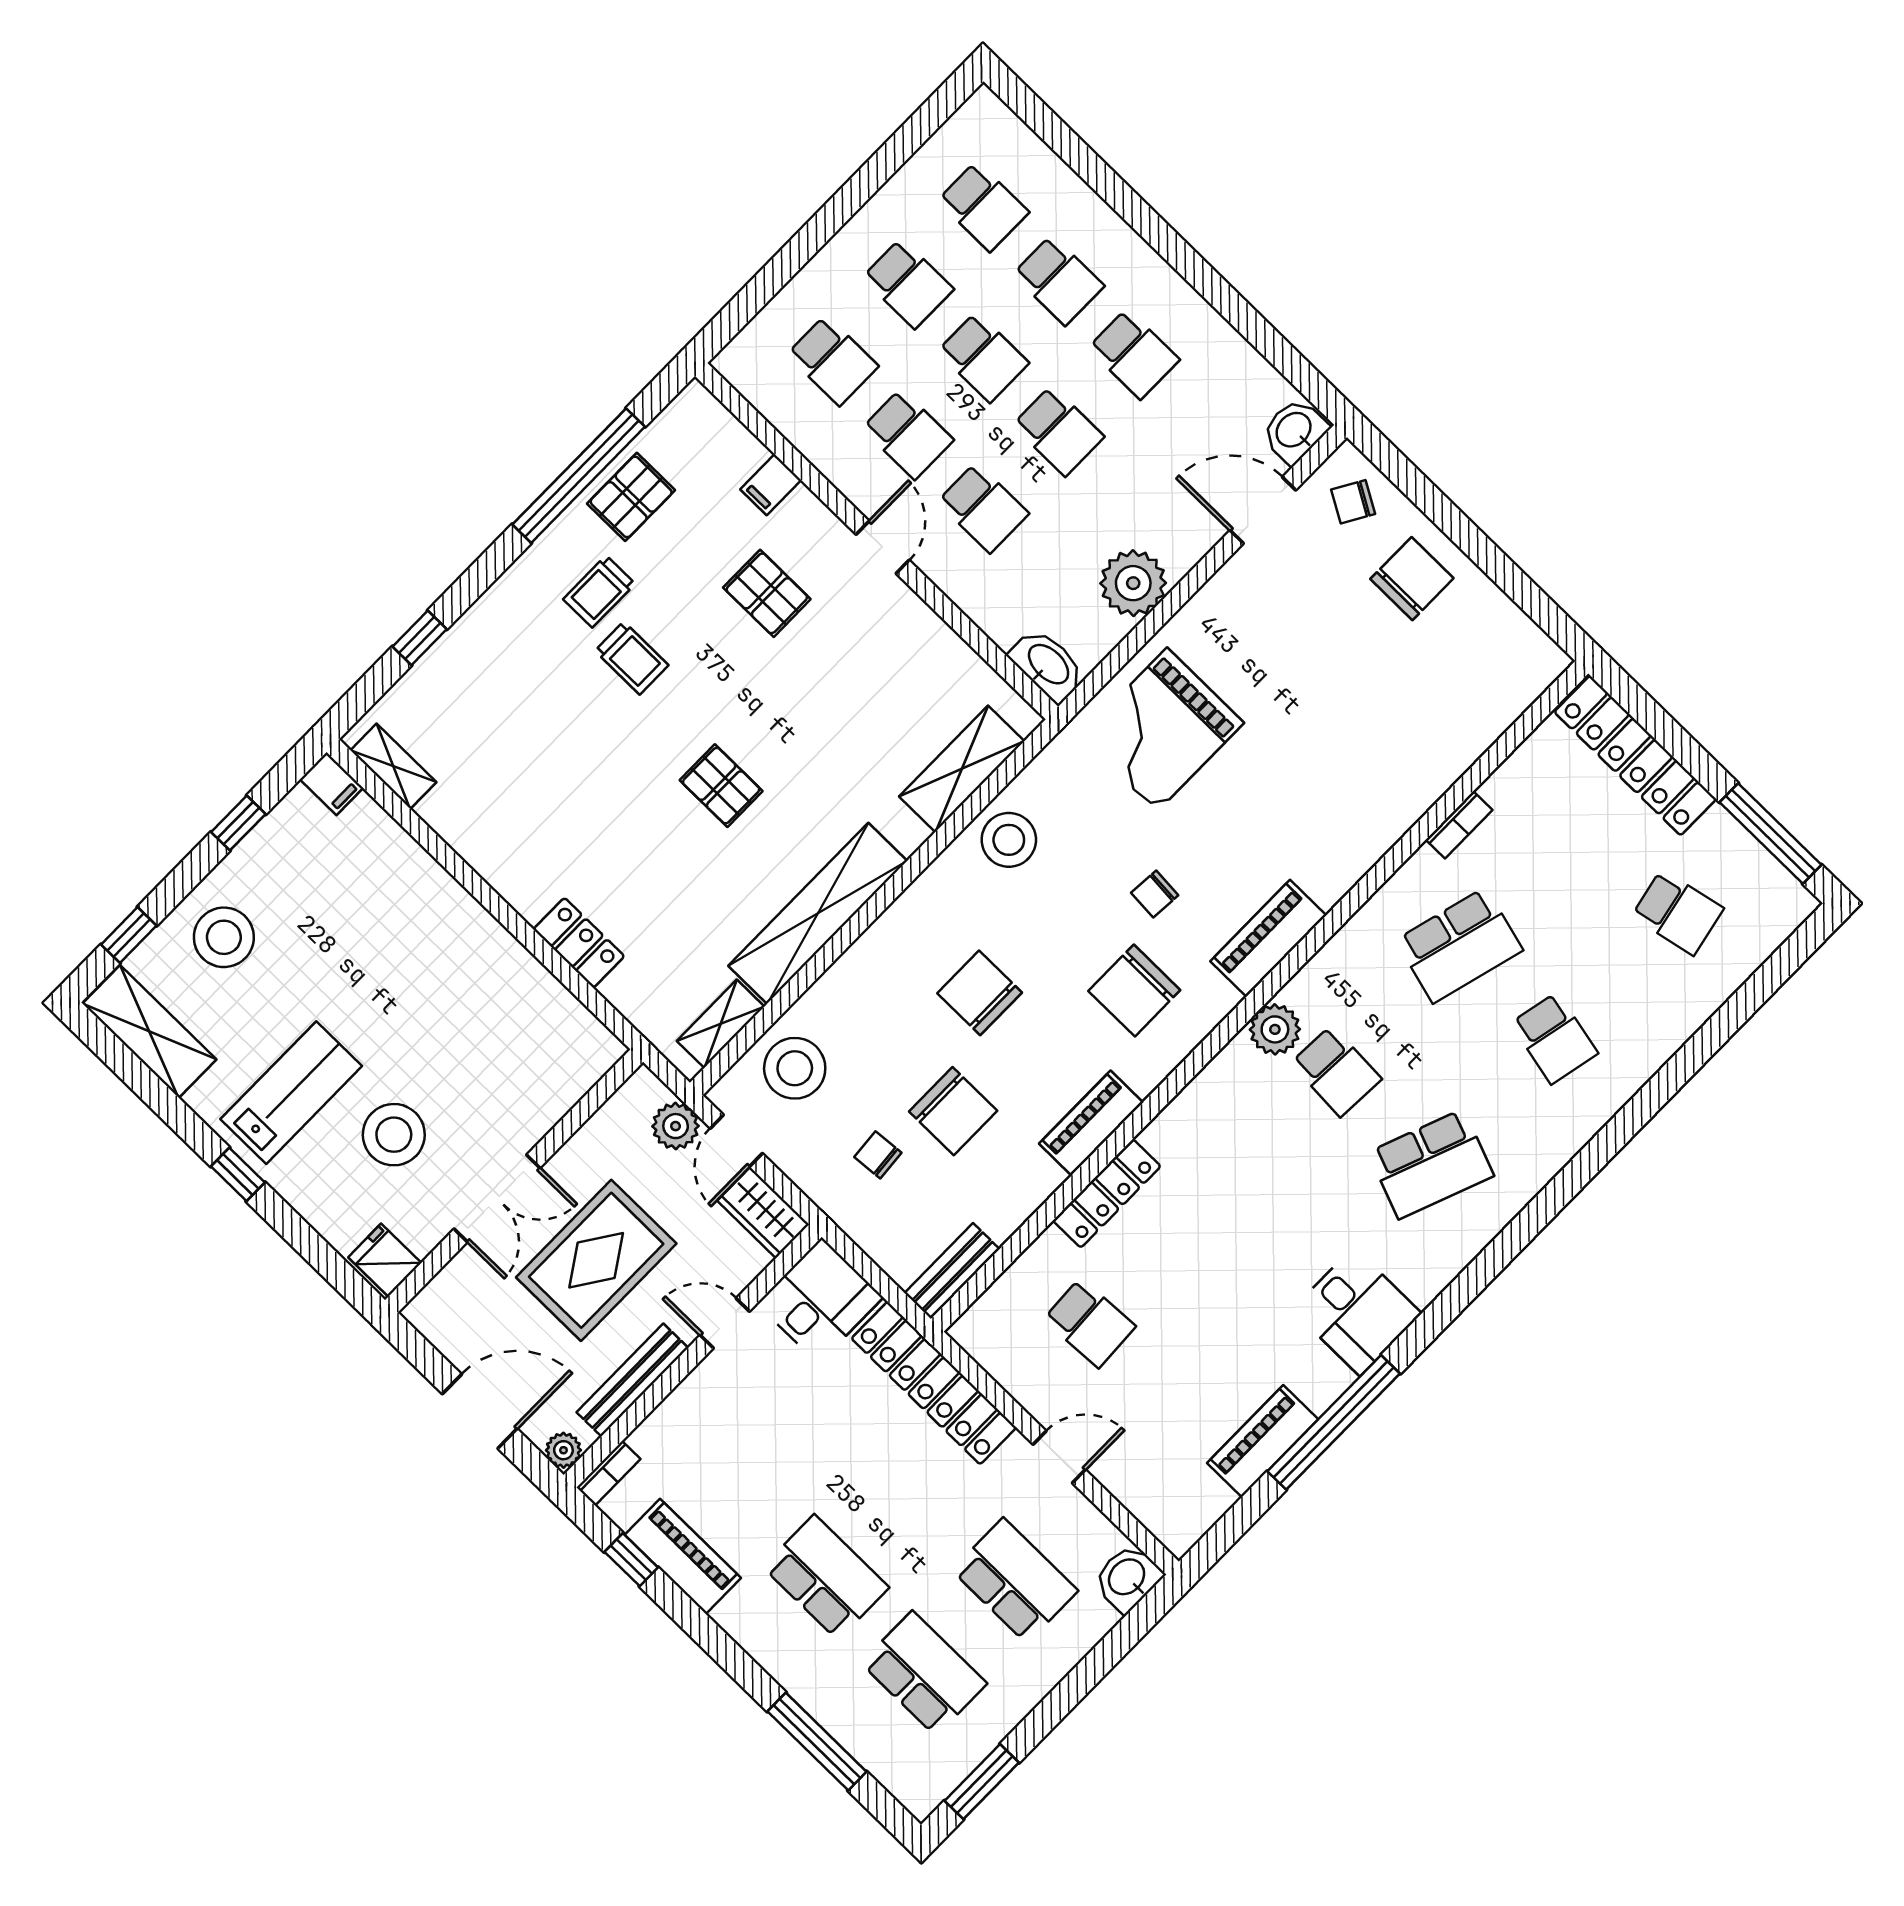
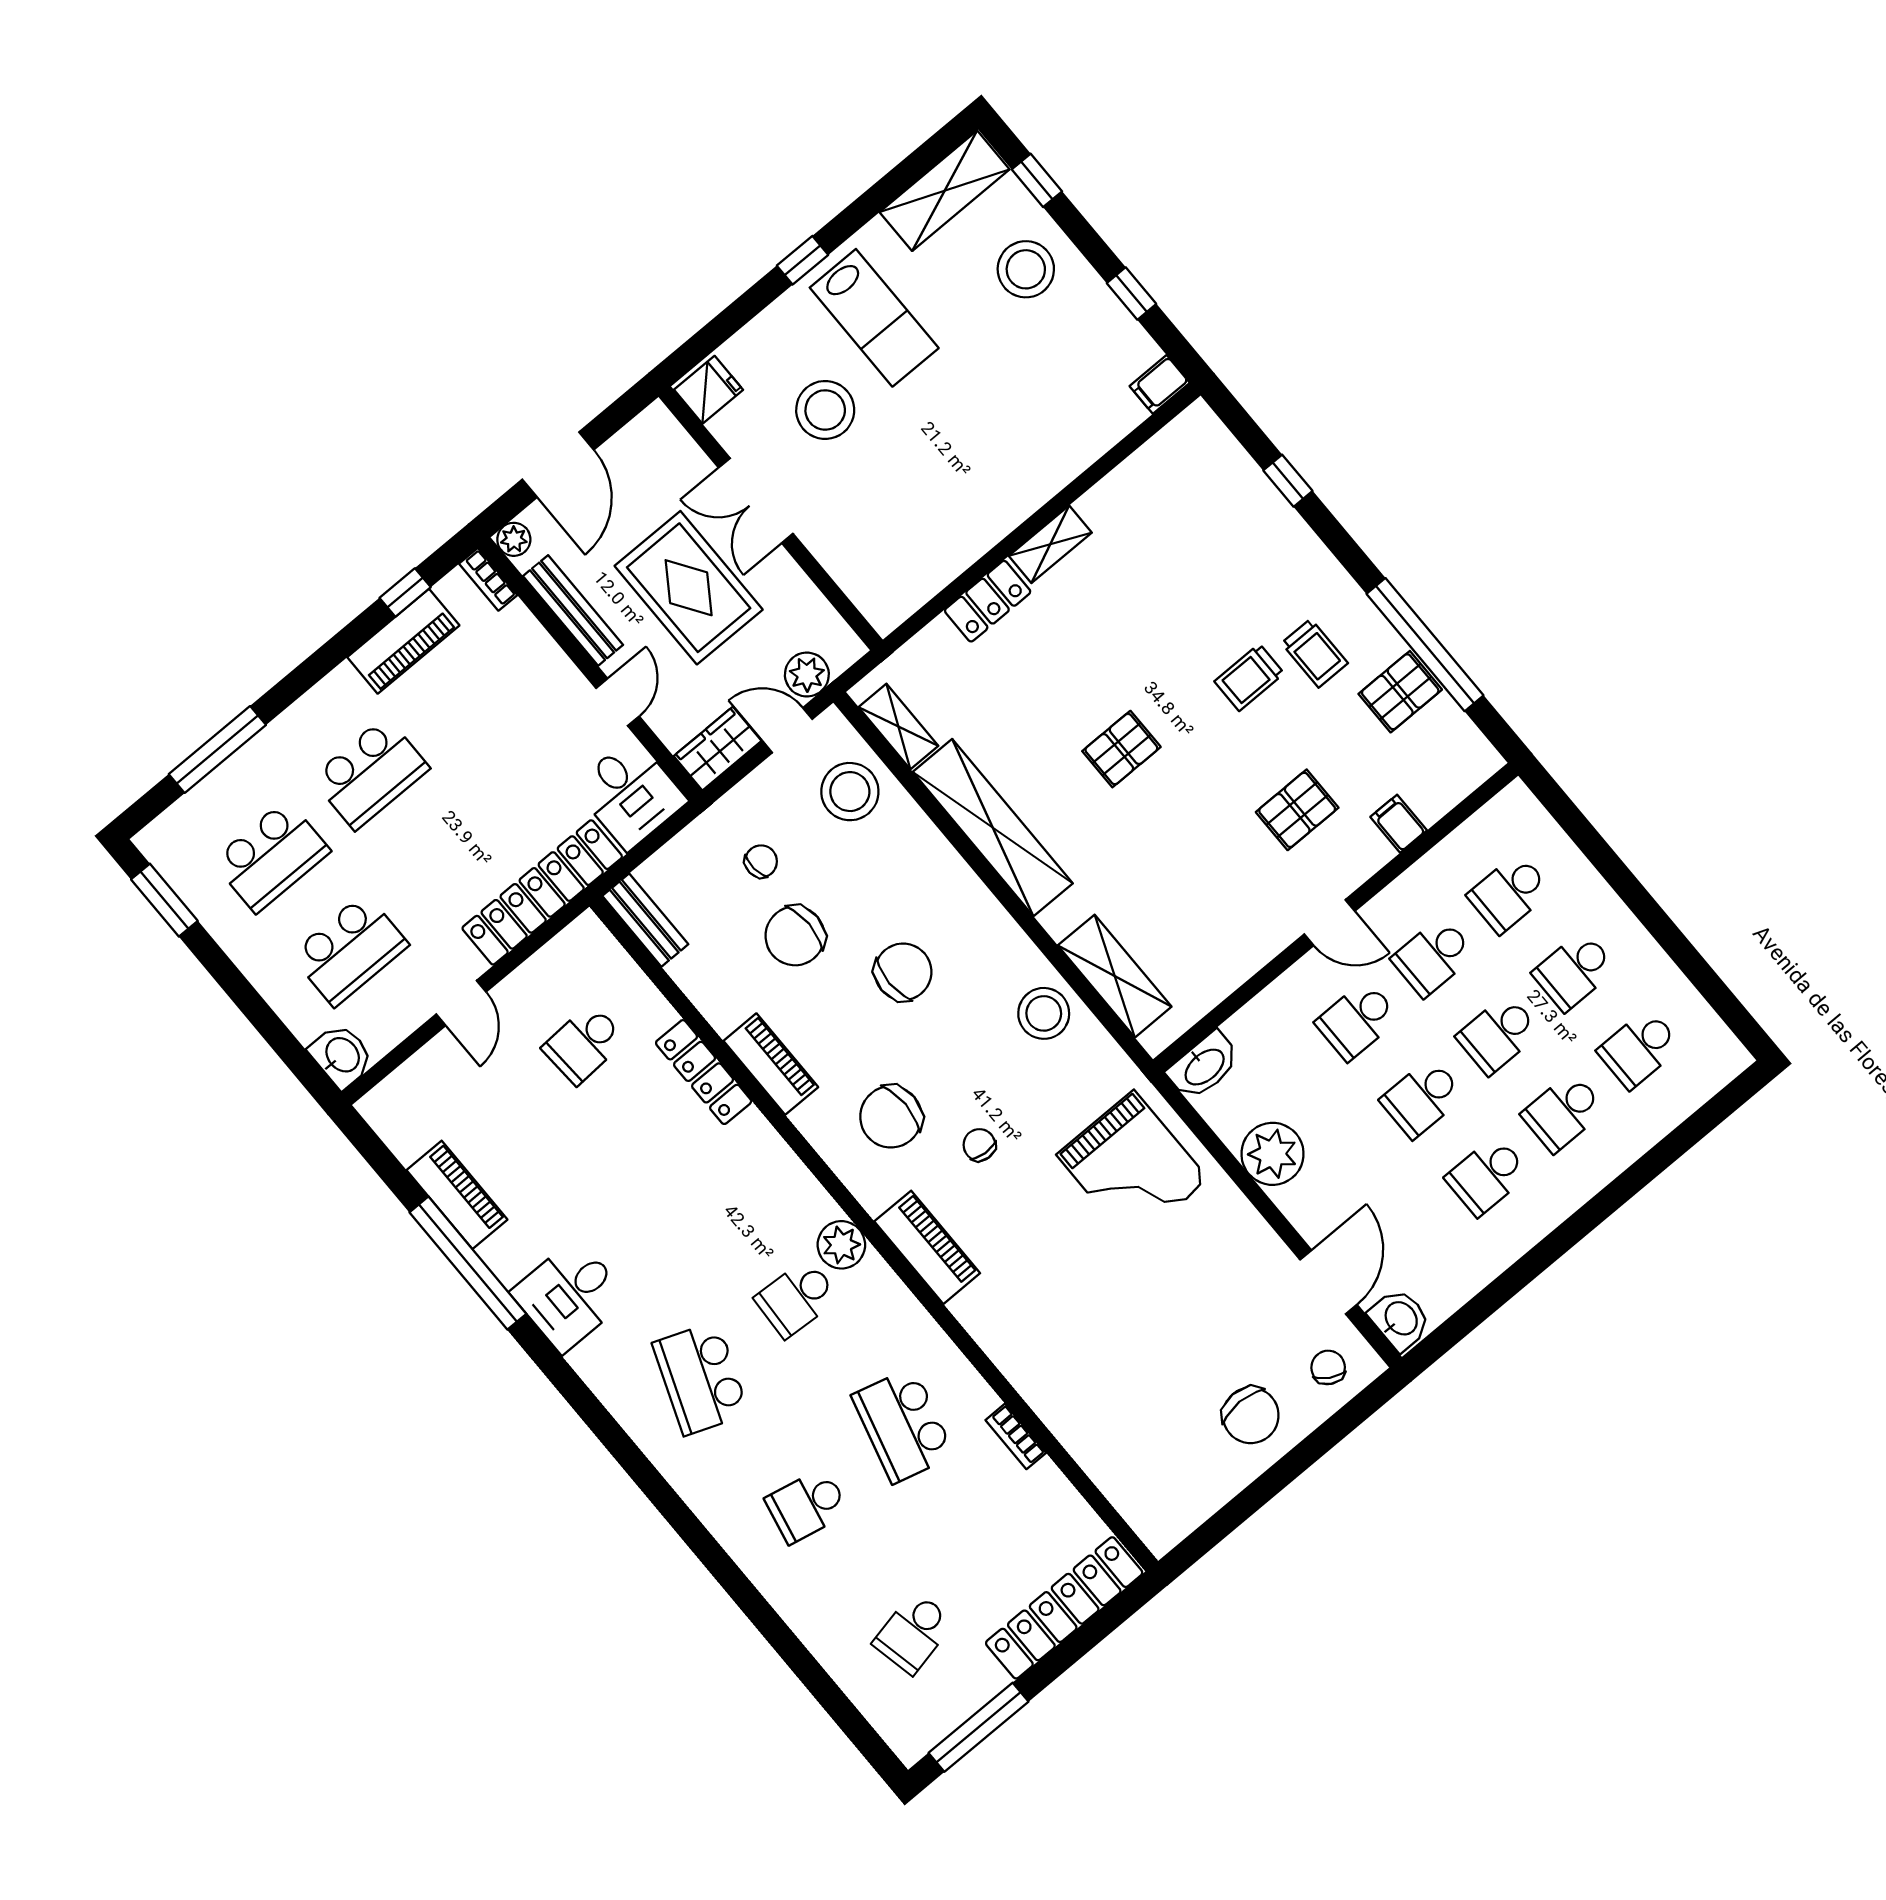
pallet: (631, 497) -> (1400, 692), turned 90
trolley: (599, 591) -> (1315, 653), turned 180
grand piano: (1162, 730) -> (1133, 1167), turned 180
shelving: (393, 766) -> (1050, 544), moved
chair: (1134, 991) -> (891, 1117), turned -90

